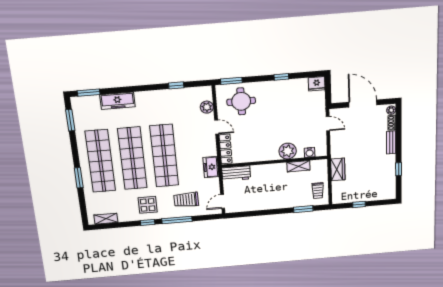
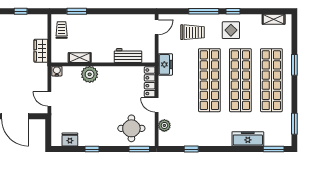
fridge: (317, 84) -> (70, 140), moved
water cooler: (310, 152) -> (57, 71), moved
workbench: (236, 173) -> (128, 56), moved

